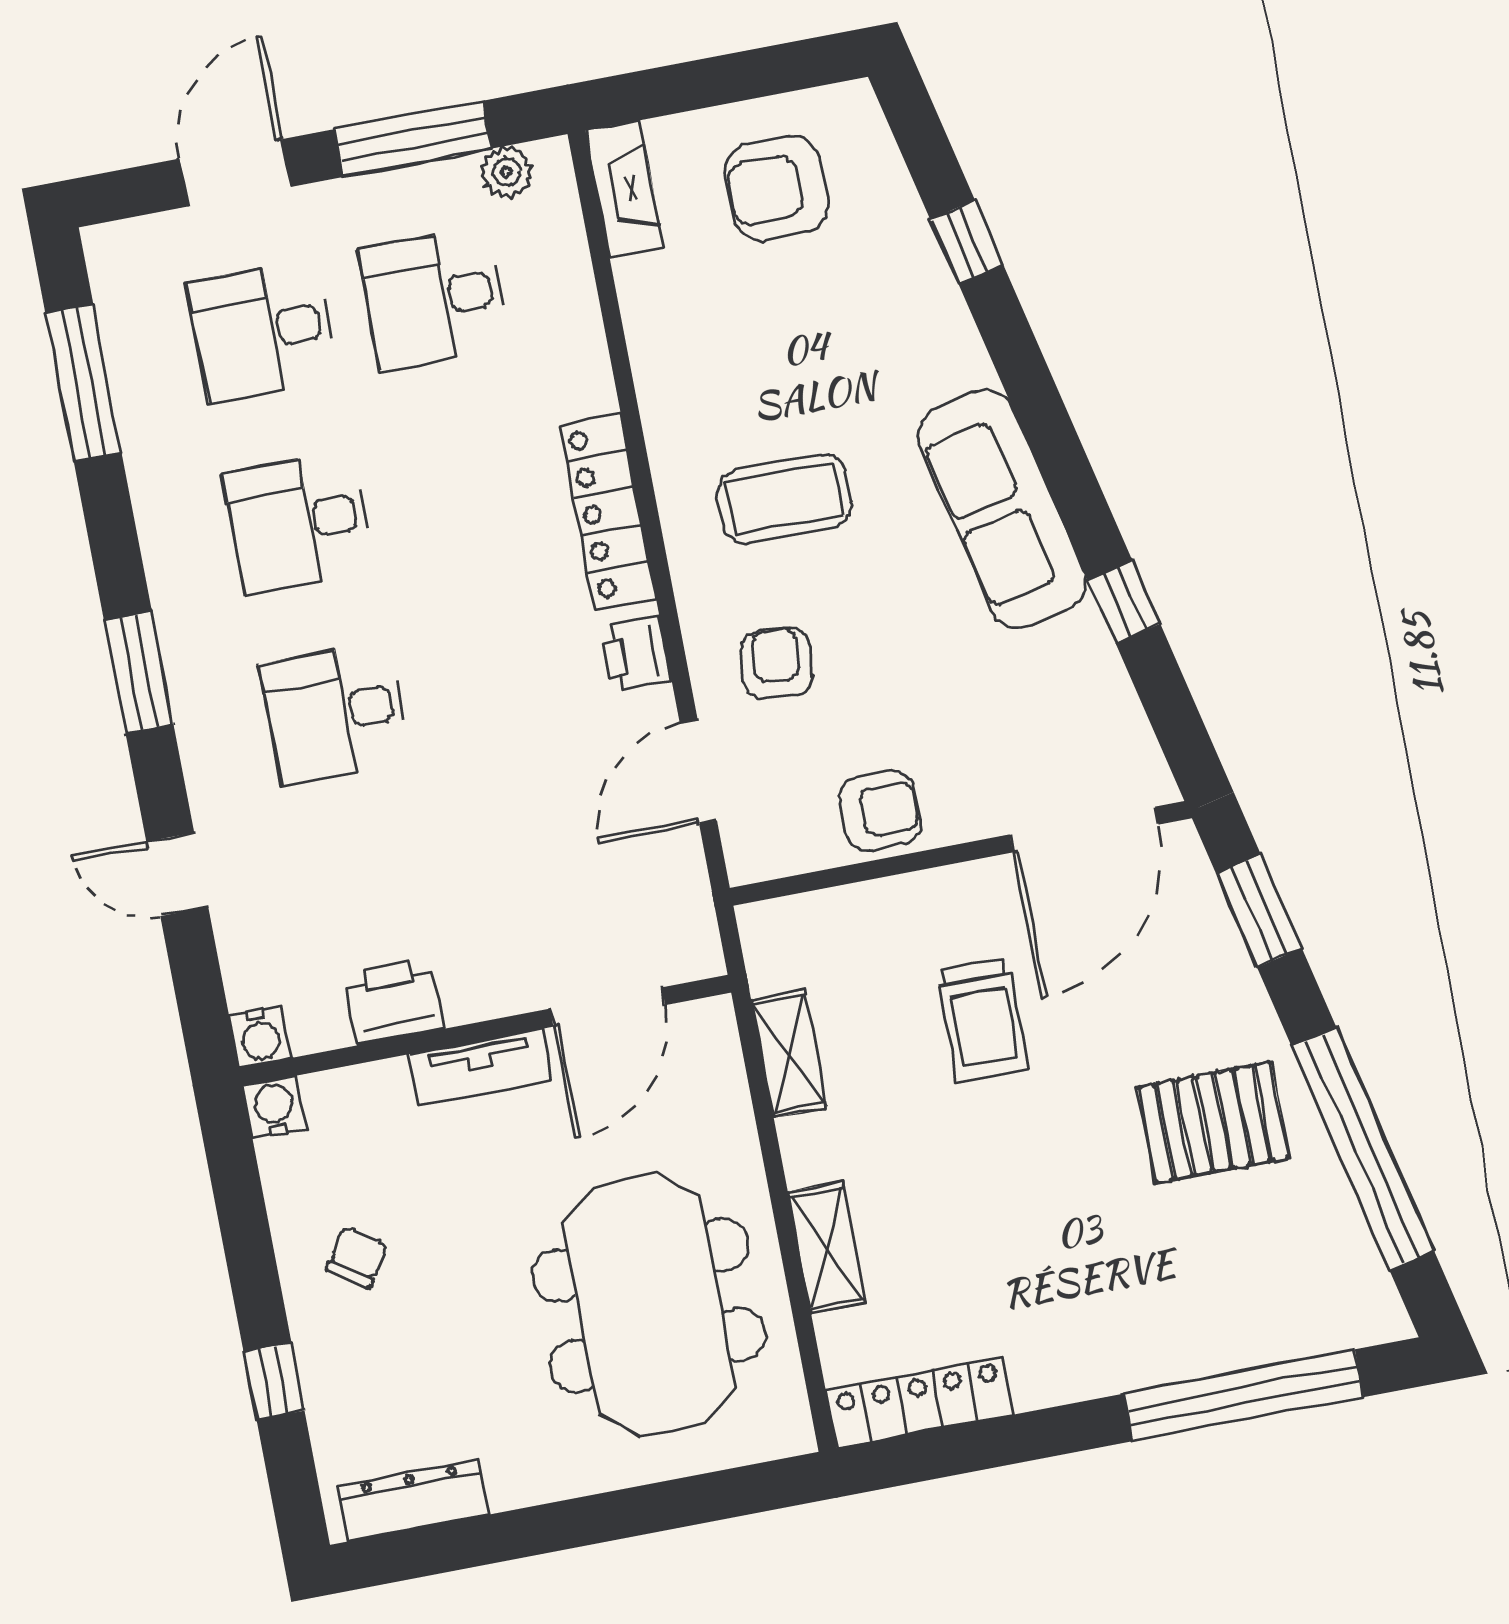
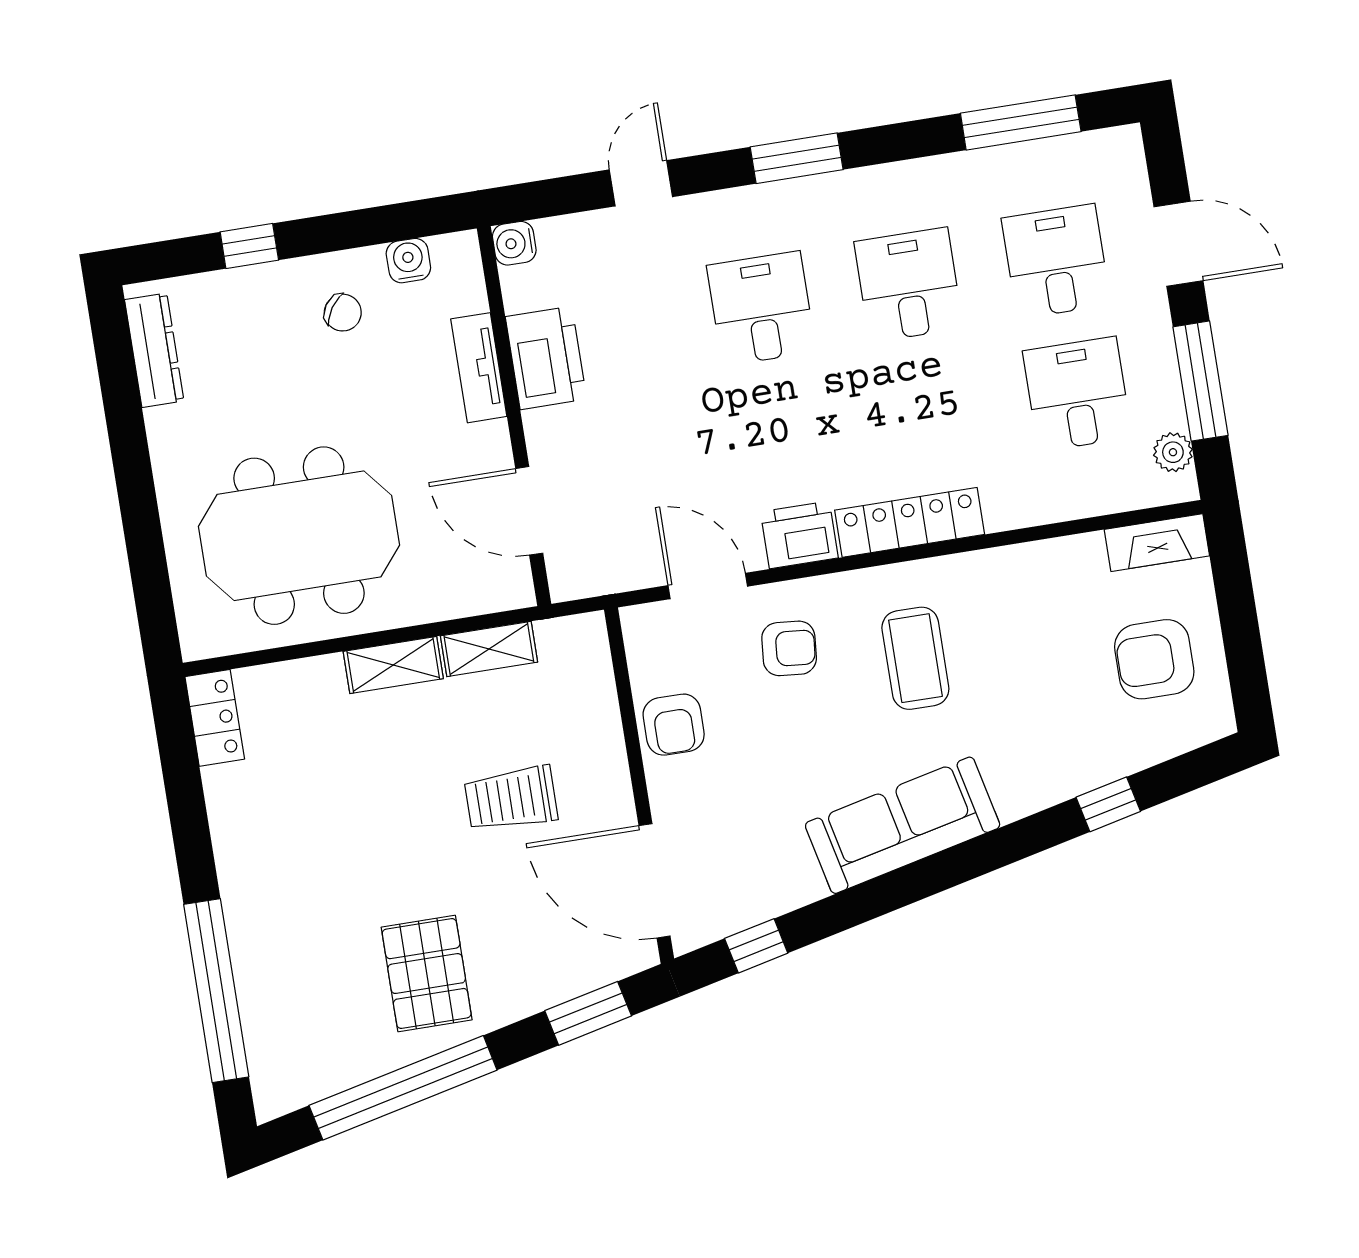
armchair: (776, 188) -> (1154, 659), turned -90
window: (1124, 602) -> (756, 946), moved
printer: (636, 653) -> (799, 535), width x1.36, depth x1.24
printer: (393, 1001) -> (546, 358), width x1.37, depth x1.19
tv unit: (480, 1067) -> (479, 368), moved
water cooler: (274, 1108) -> (408, 261), moved, turned -90
shelving: (827, 1247) -> (393, 665), moved
locker: (920, 1402) -> (215, 718), width x0.66

